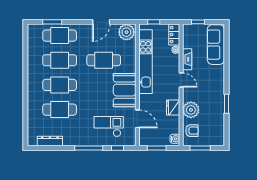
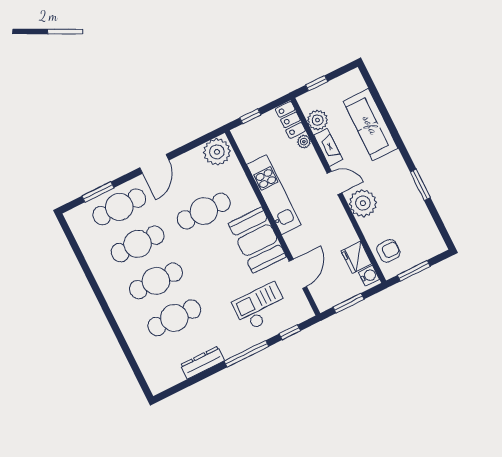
door: (101, 22) -> (154, 164), moved
plant: (189, 42) -> (318, 120), added
sofa: (216, 45) -> (371, 125), moved
kitchen unit: (146, 62) -> (274, 195), width x0.73
fridge: (173, 108) -> (356, 257), moved
plant: (191, 110) -> (363, 203), moved
door: (137, 119) -> (298, 274), hinge flipped
dresser: (50, 141) -> (202, 363), moved

